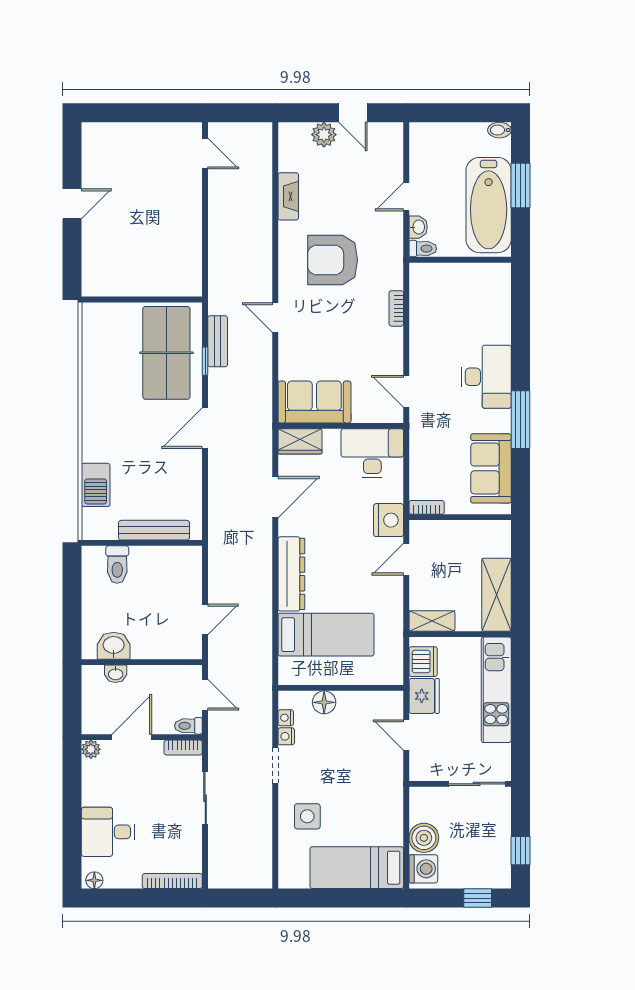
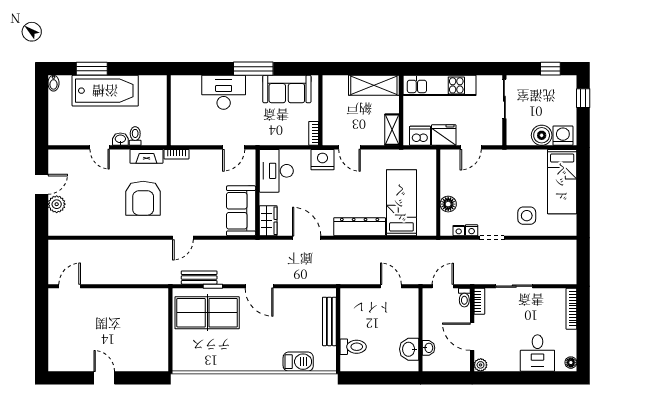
fireplace: (288, 196) -> (146, 156), moved, turned 180
wall: (460, 260) -> (169, 110), moved

